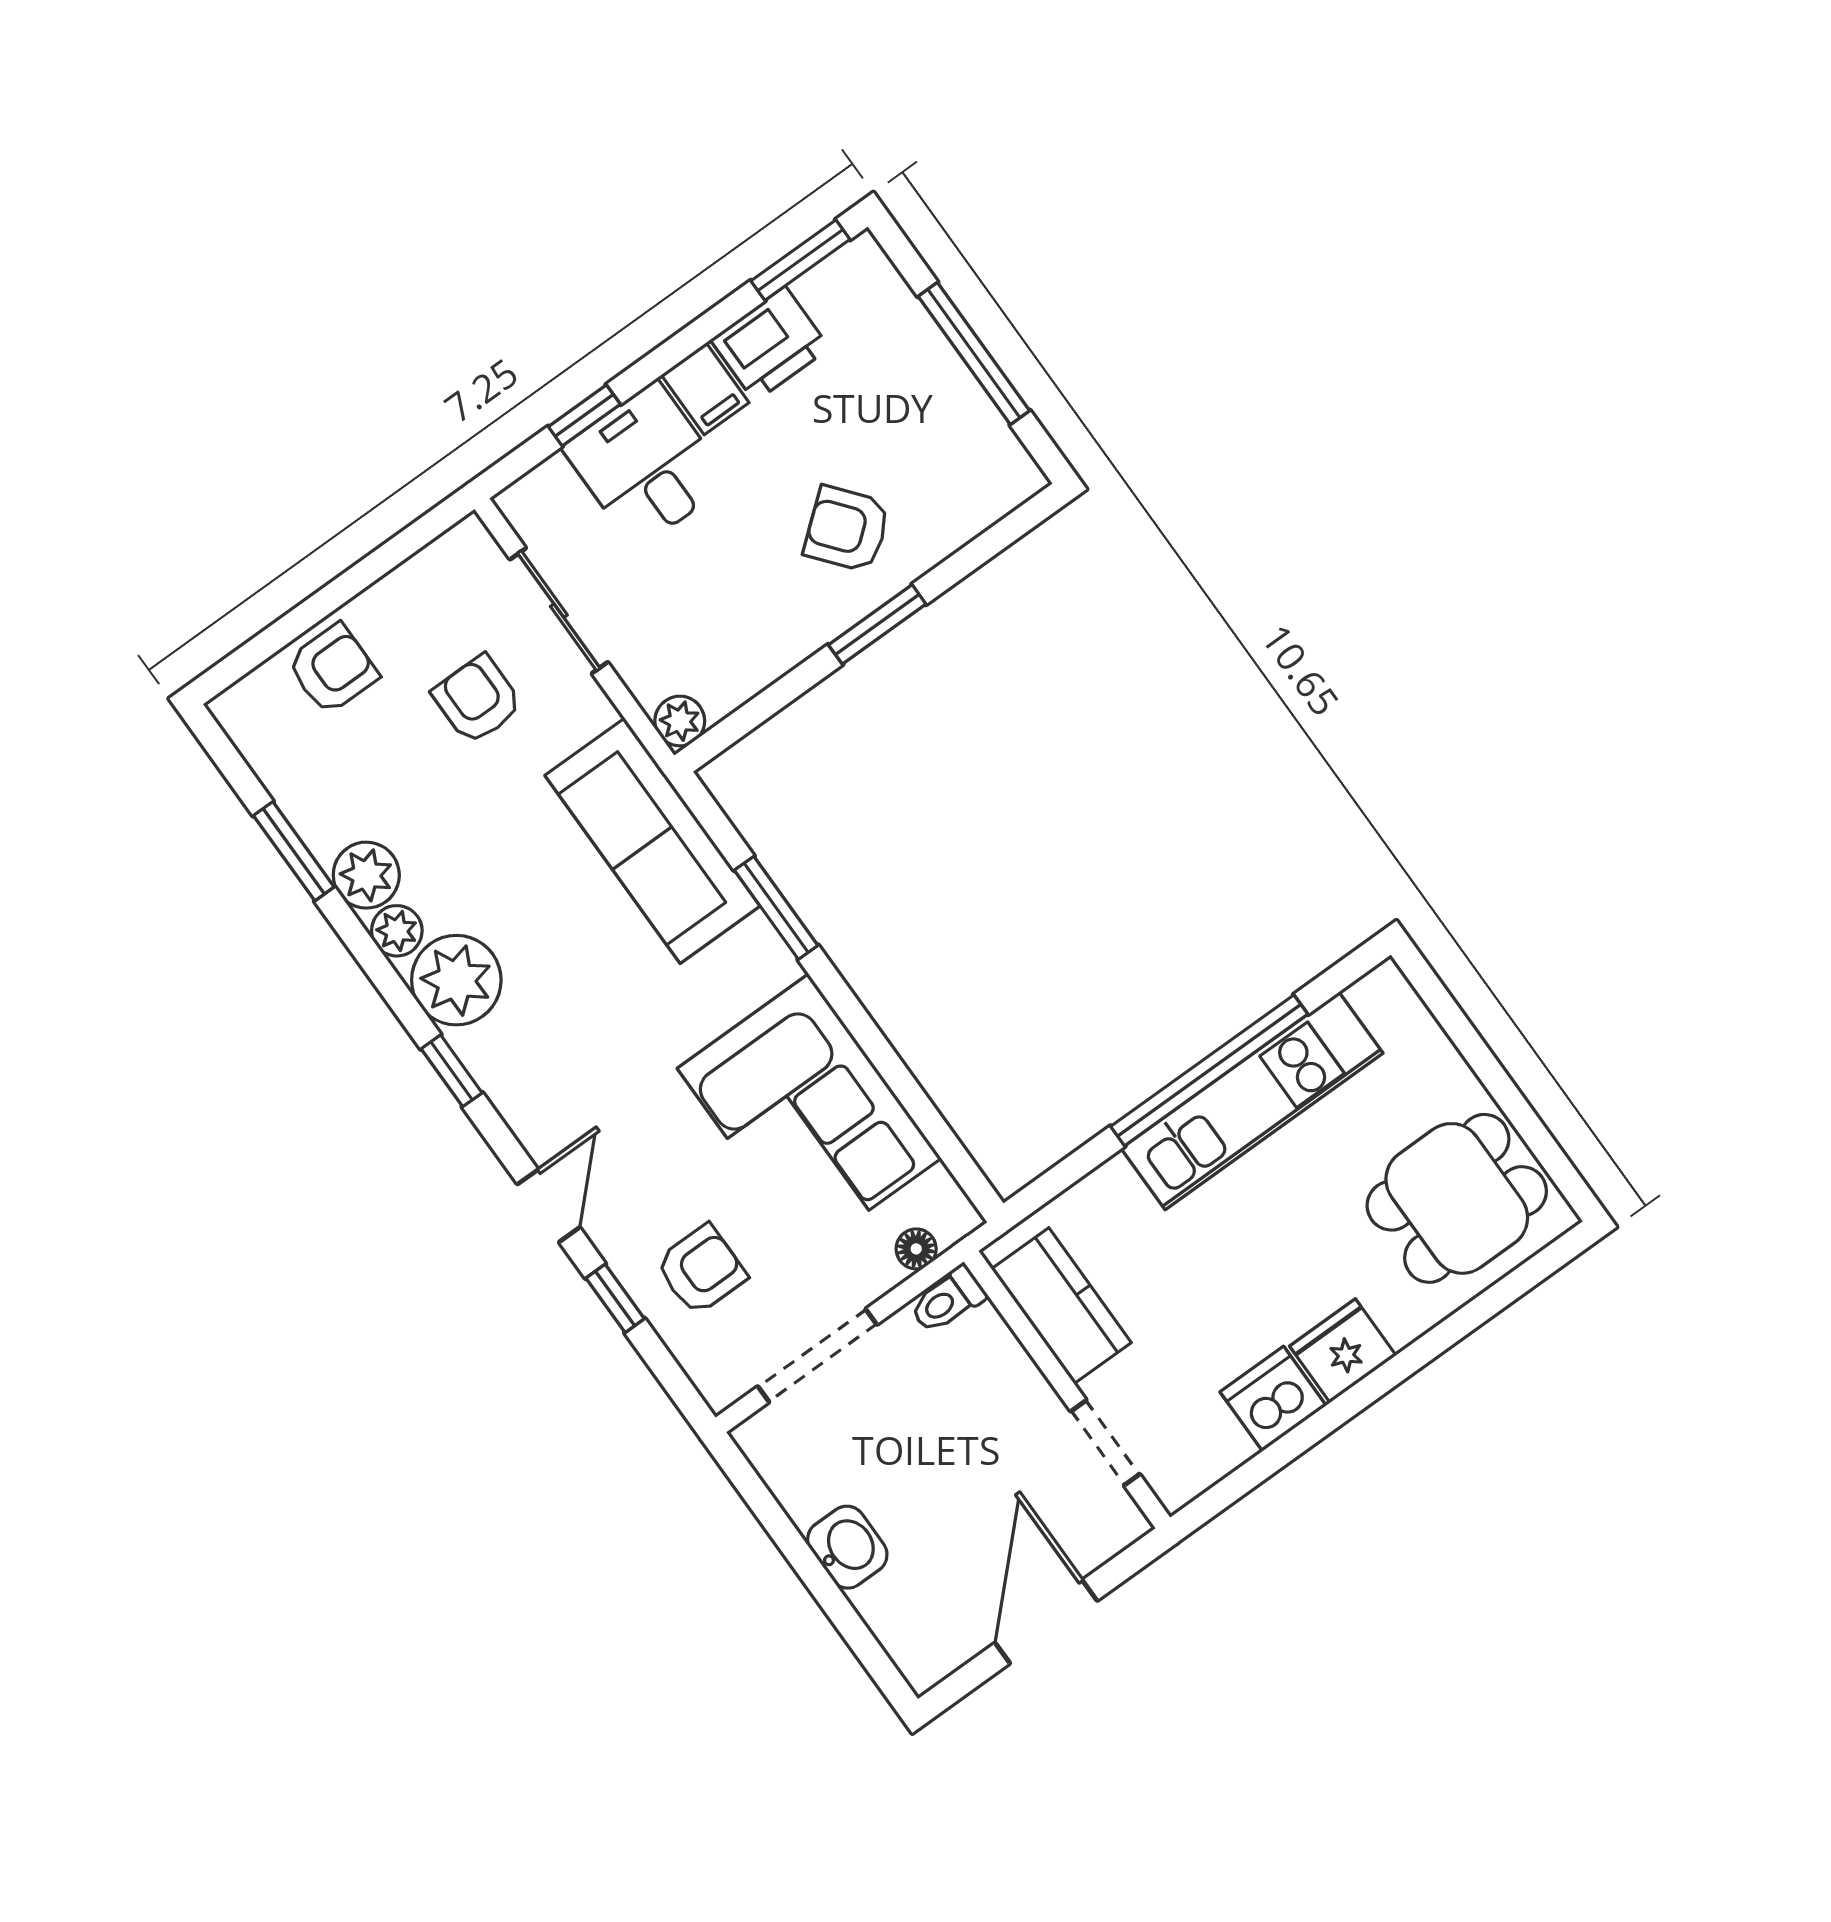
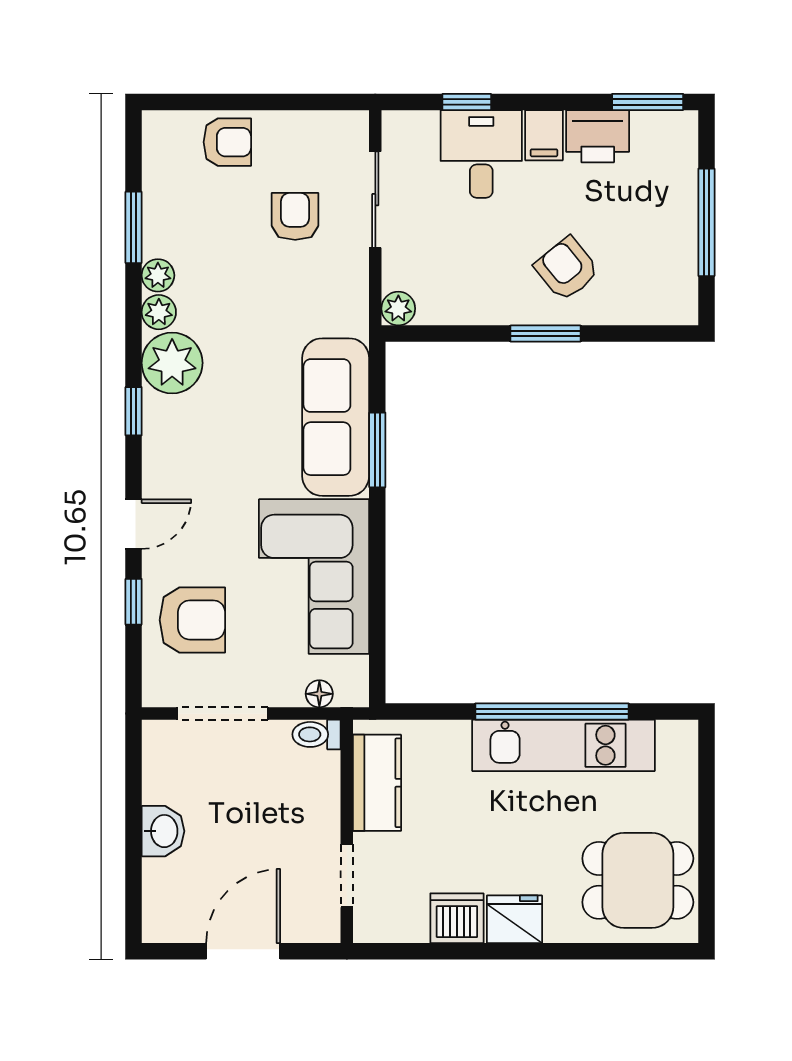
sofa: (652, 841) -> (336, 417), moved
plant: (366, 875) -> (158, 275), width x0.73, depth x0.73
armchair: (701, 1270) -> (192, 620), width x1.38, depth x1.38

